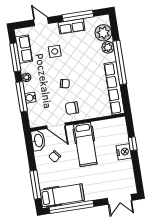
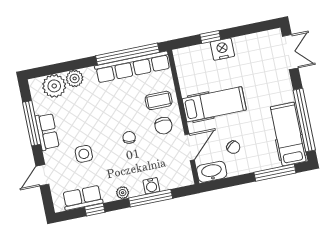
window: (15, 57) -> (95, 210), width x0.46
window: (120, 63) -> (127, 54), moved
coffee table: (90, 106) -> (159, 100), added

